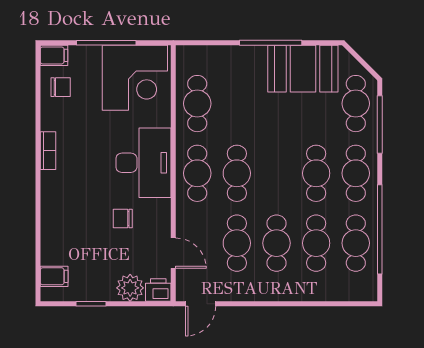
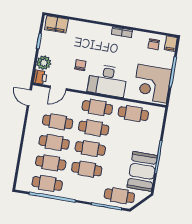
cafe table: (356, 173) -> (90, 149), moved
filing cabinet: (54, 276) -> (56, 24), width x2.00

